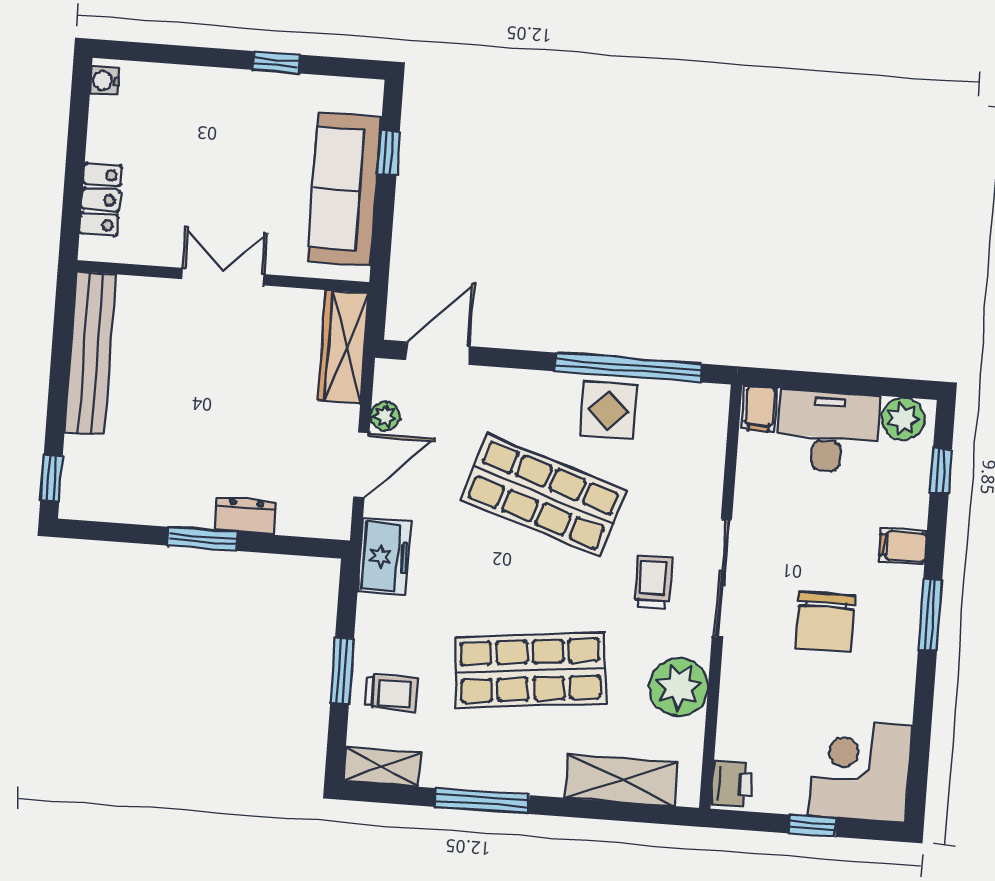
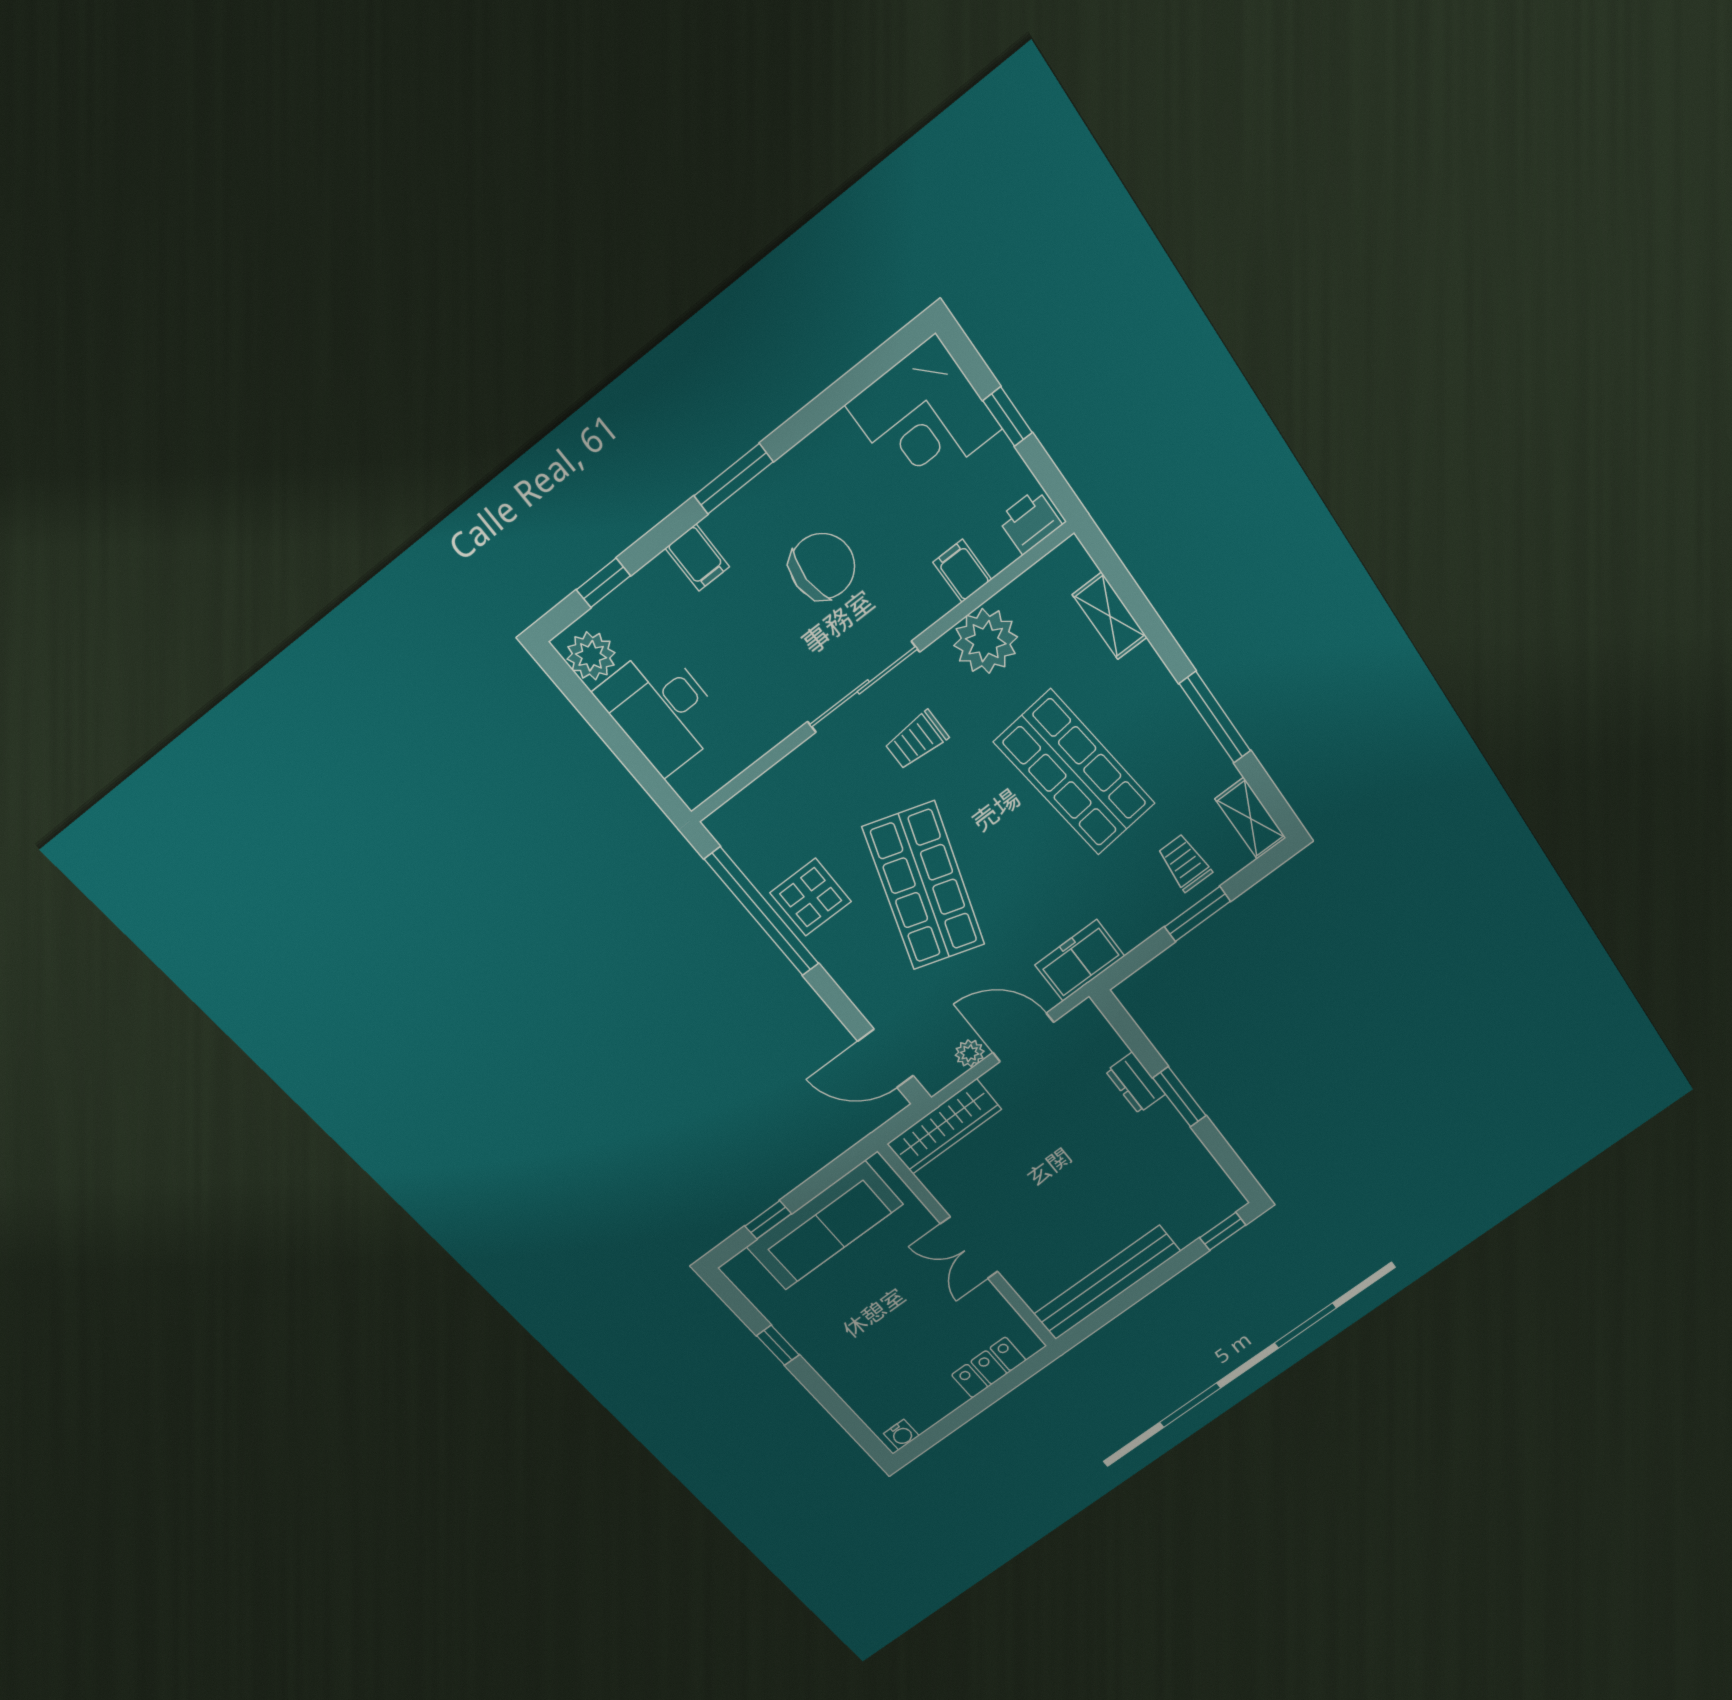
filing cabinet: (760, 409) -> (962, 571), moved, turned -90
shelving: (621, 780) -> (1110, 616), width x0.67, depth x0.75

